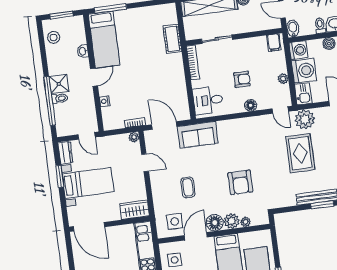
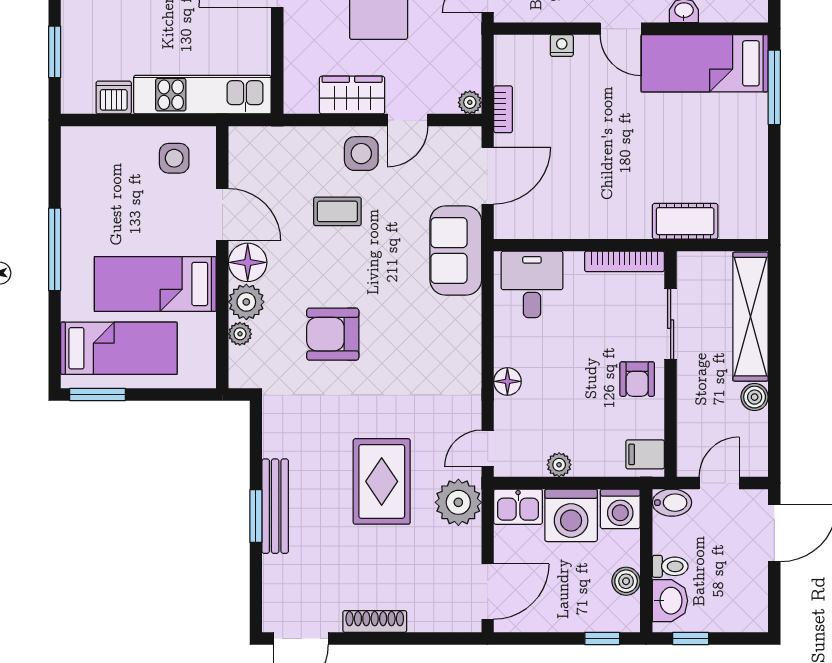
armchair: (242, 79) -> (637, 379), moved
rug: (300, 153) -> (382, 481), turned 90
wardrobe: (135, 210) -> (352, 95), moved, turned -90
side table: (175, 221) -> (361, 154), moved

